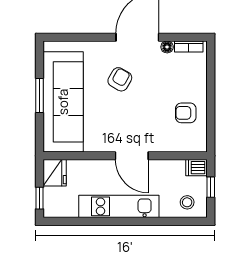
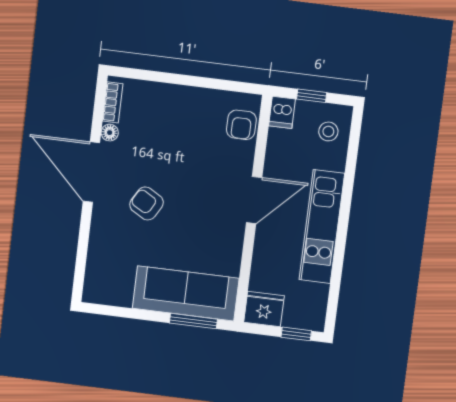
window: (39, 96) -> (193, 321), moved
sofa: (63, 102) -> (186, 293), width x0.74, depth x0.79
armchair: (186, 113) -> (241, 125), moved

